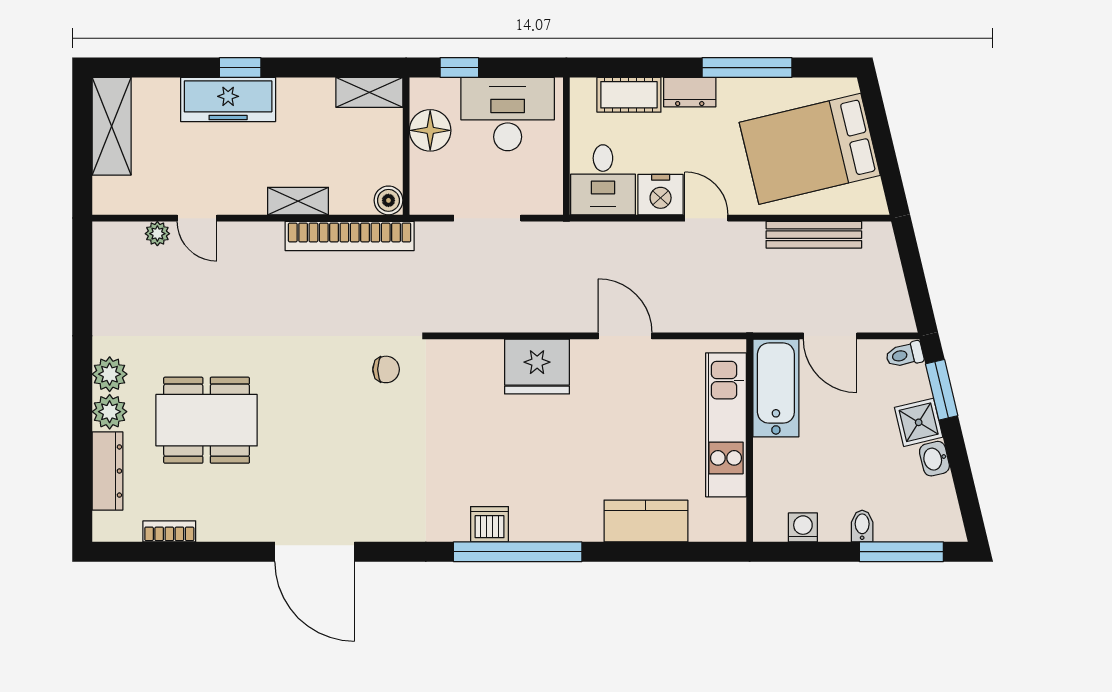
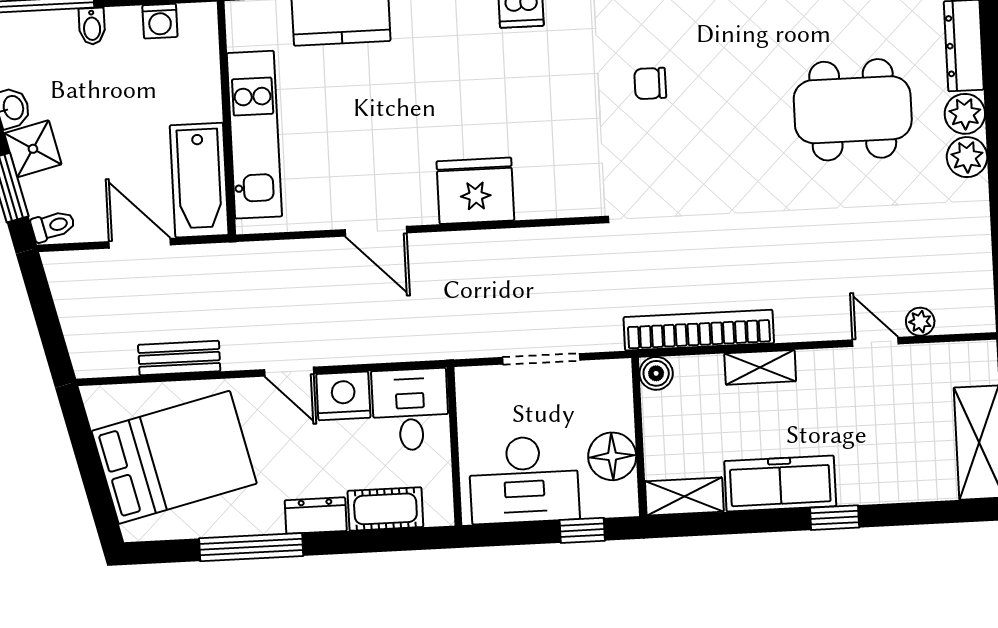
freezer: (228, 99) -> (780, 484), moved
bench: (814, 235) -> (179, 358), width x0.73
chair: (386, 369) -> (650, 83), moved

